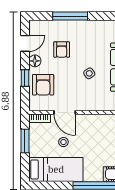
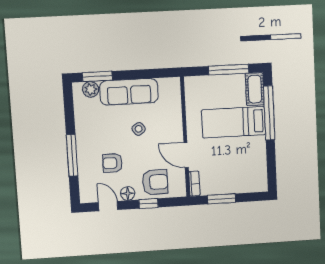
armchair: (62, 50) -> (112, 163), turned 180
door: (65, 112) -> (186, 155), swing flipped
stool: (63, 142) -> (221, 154), removed
bed: (56, 169) -> (234, 122), moved, turned -90

